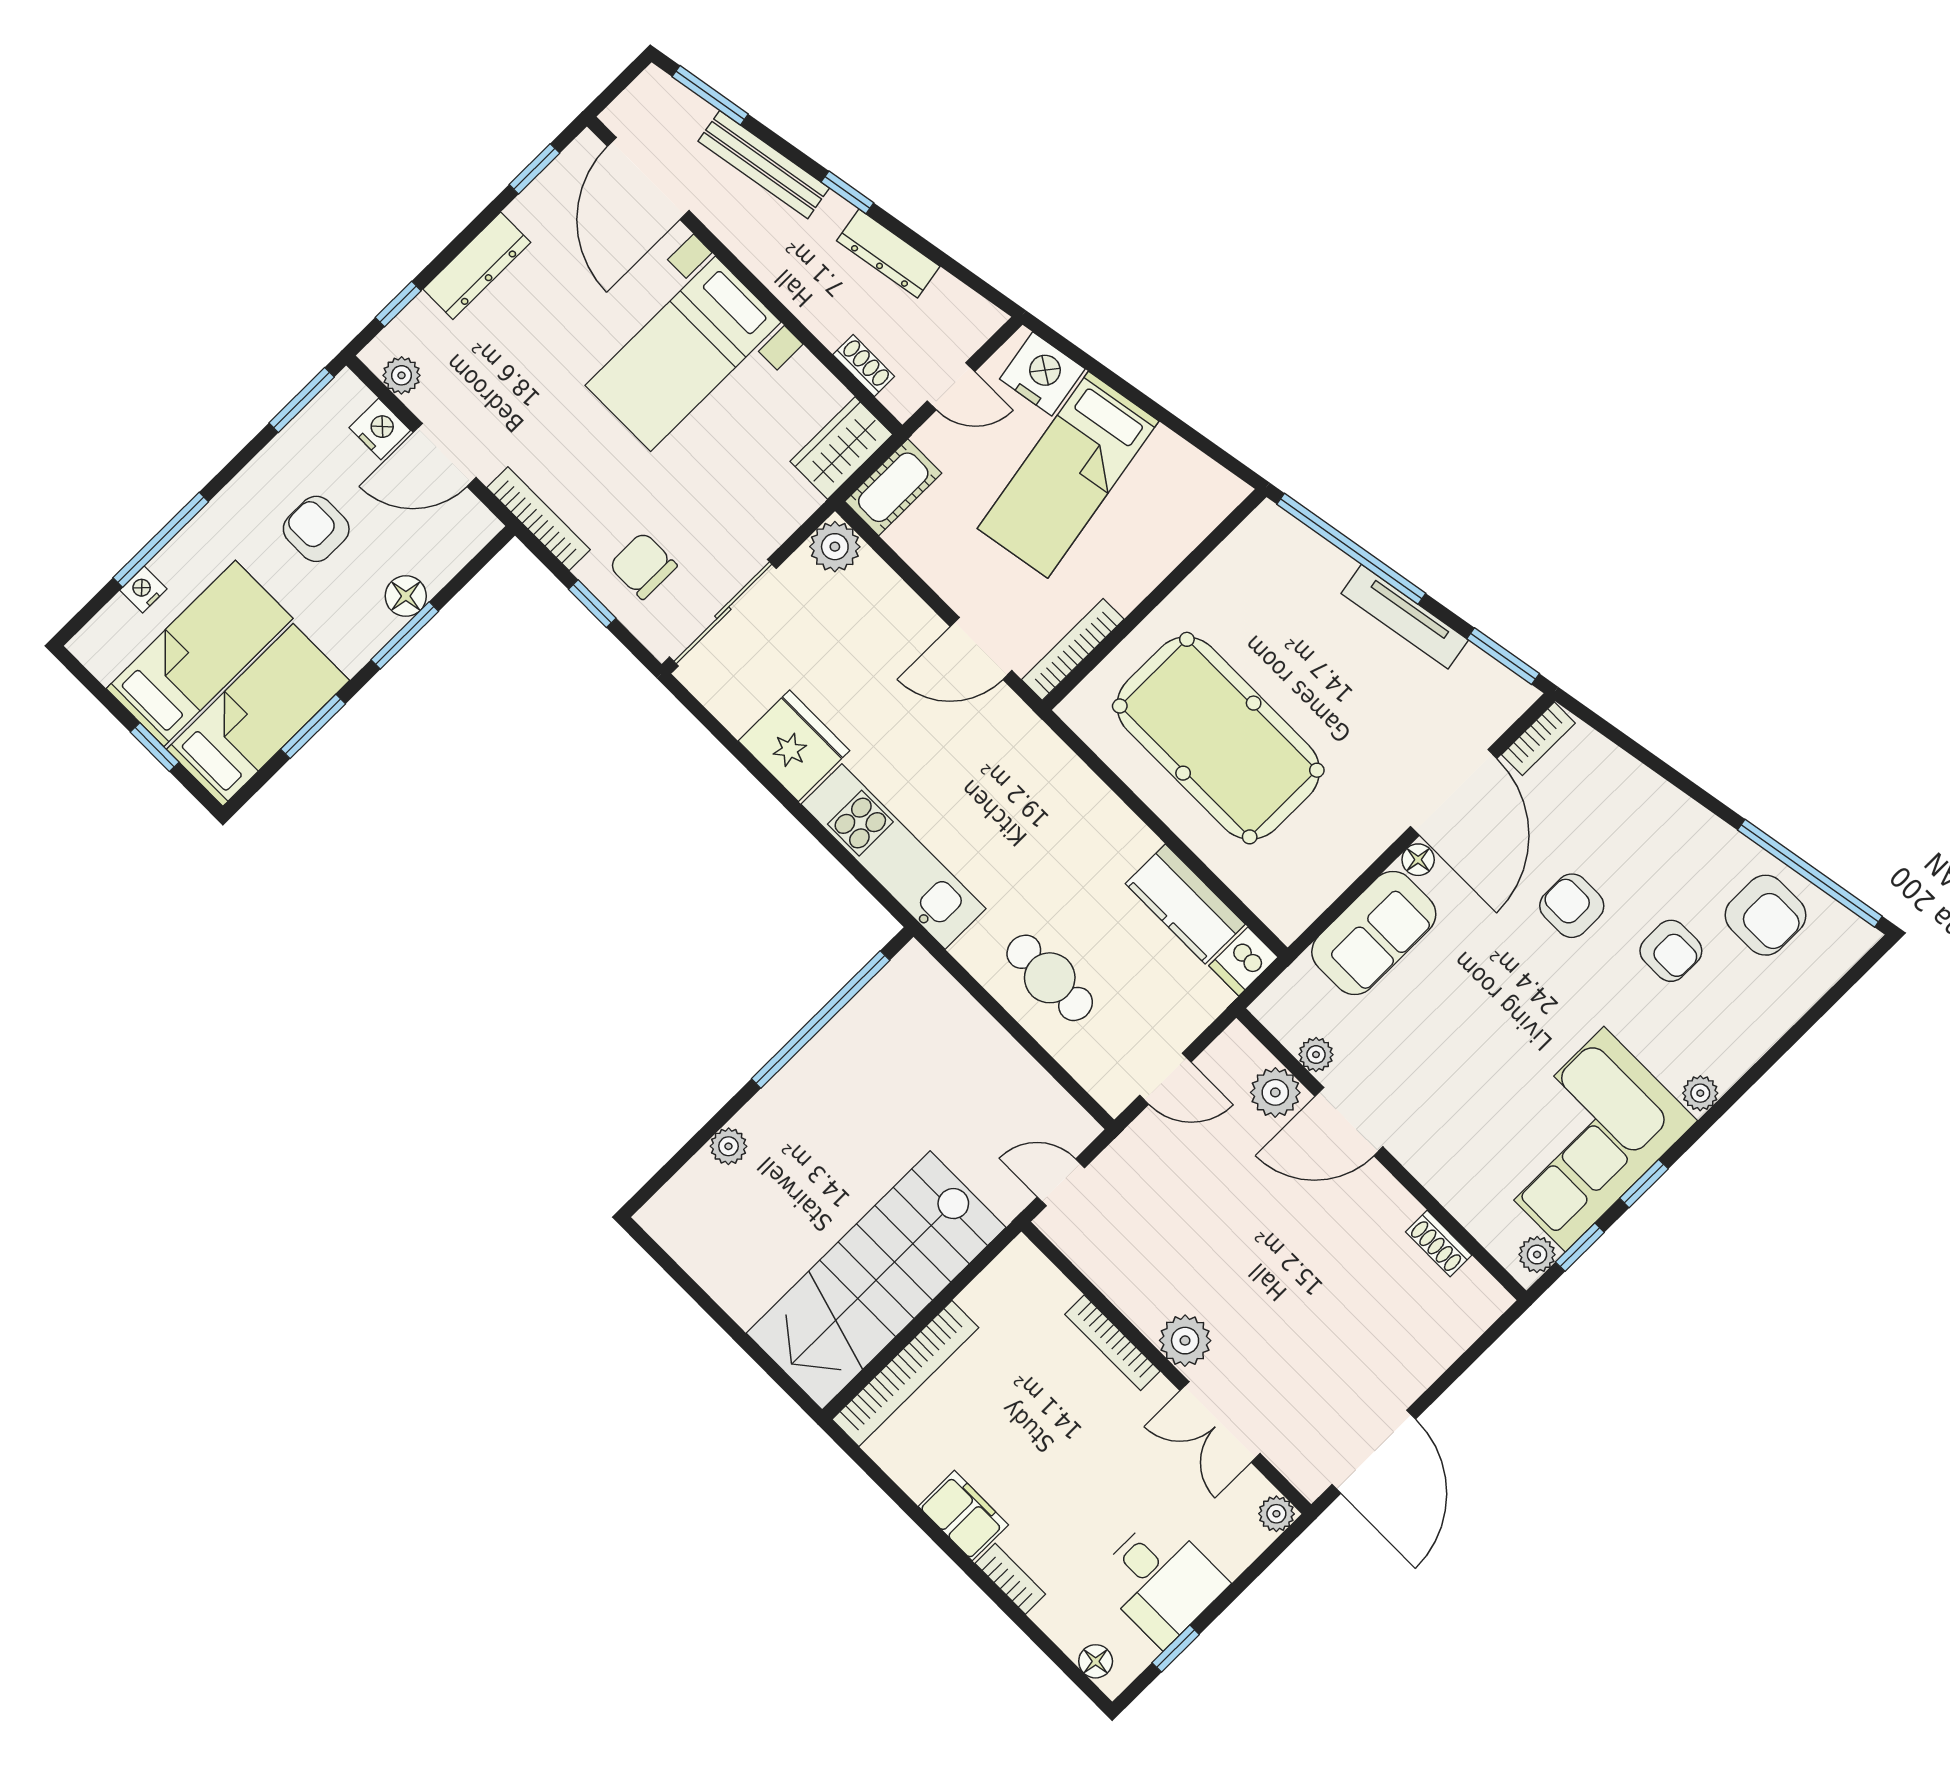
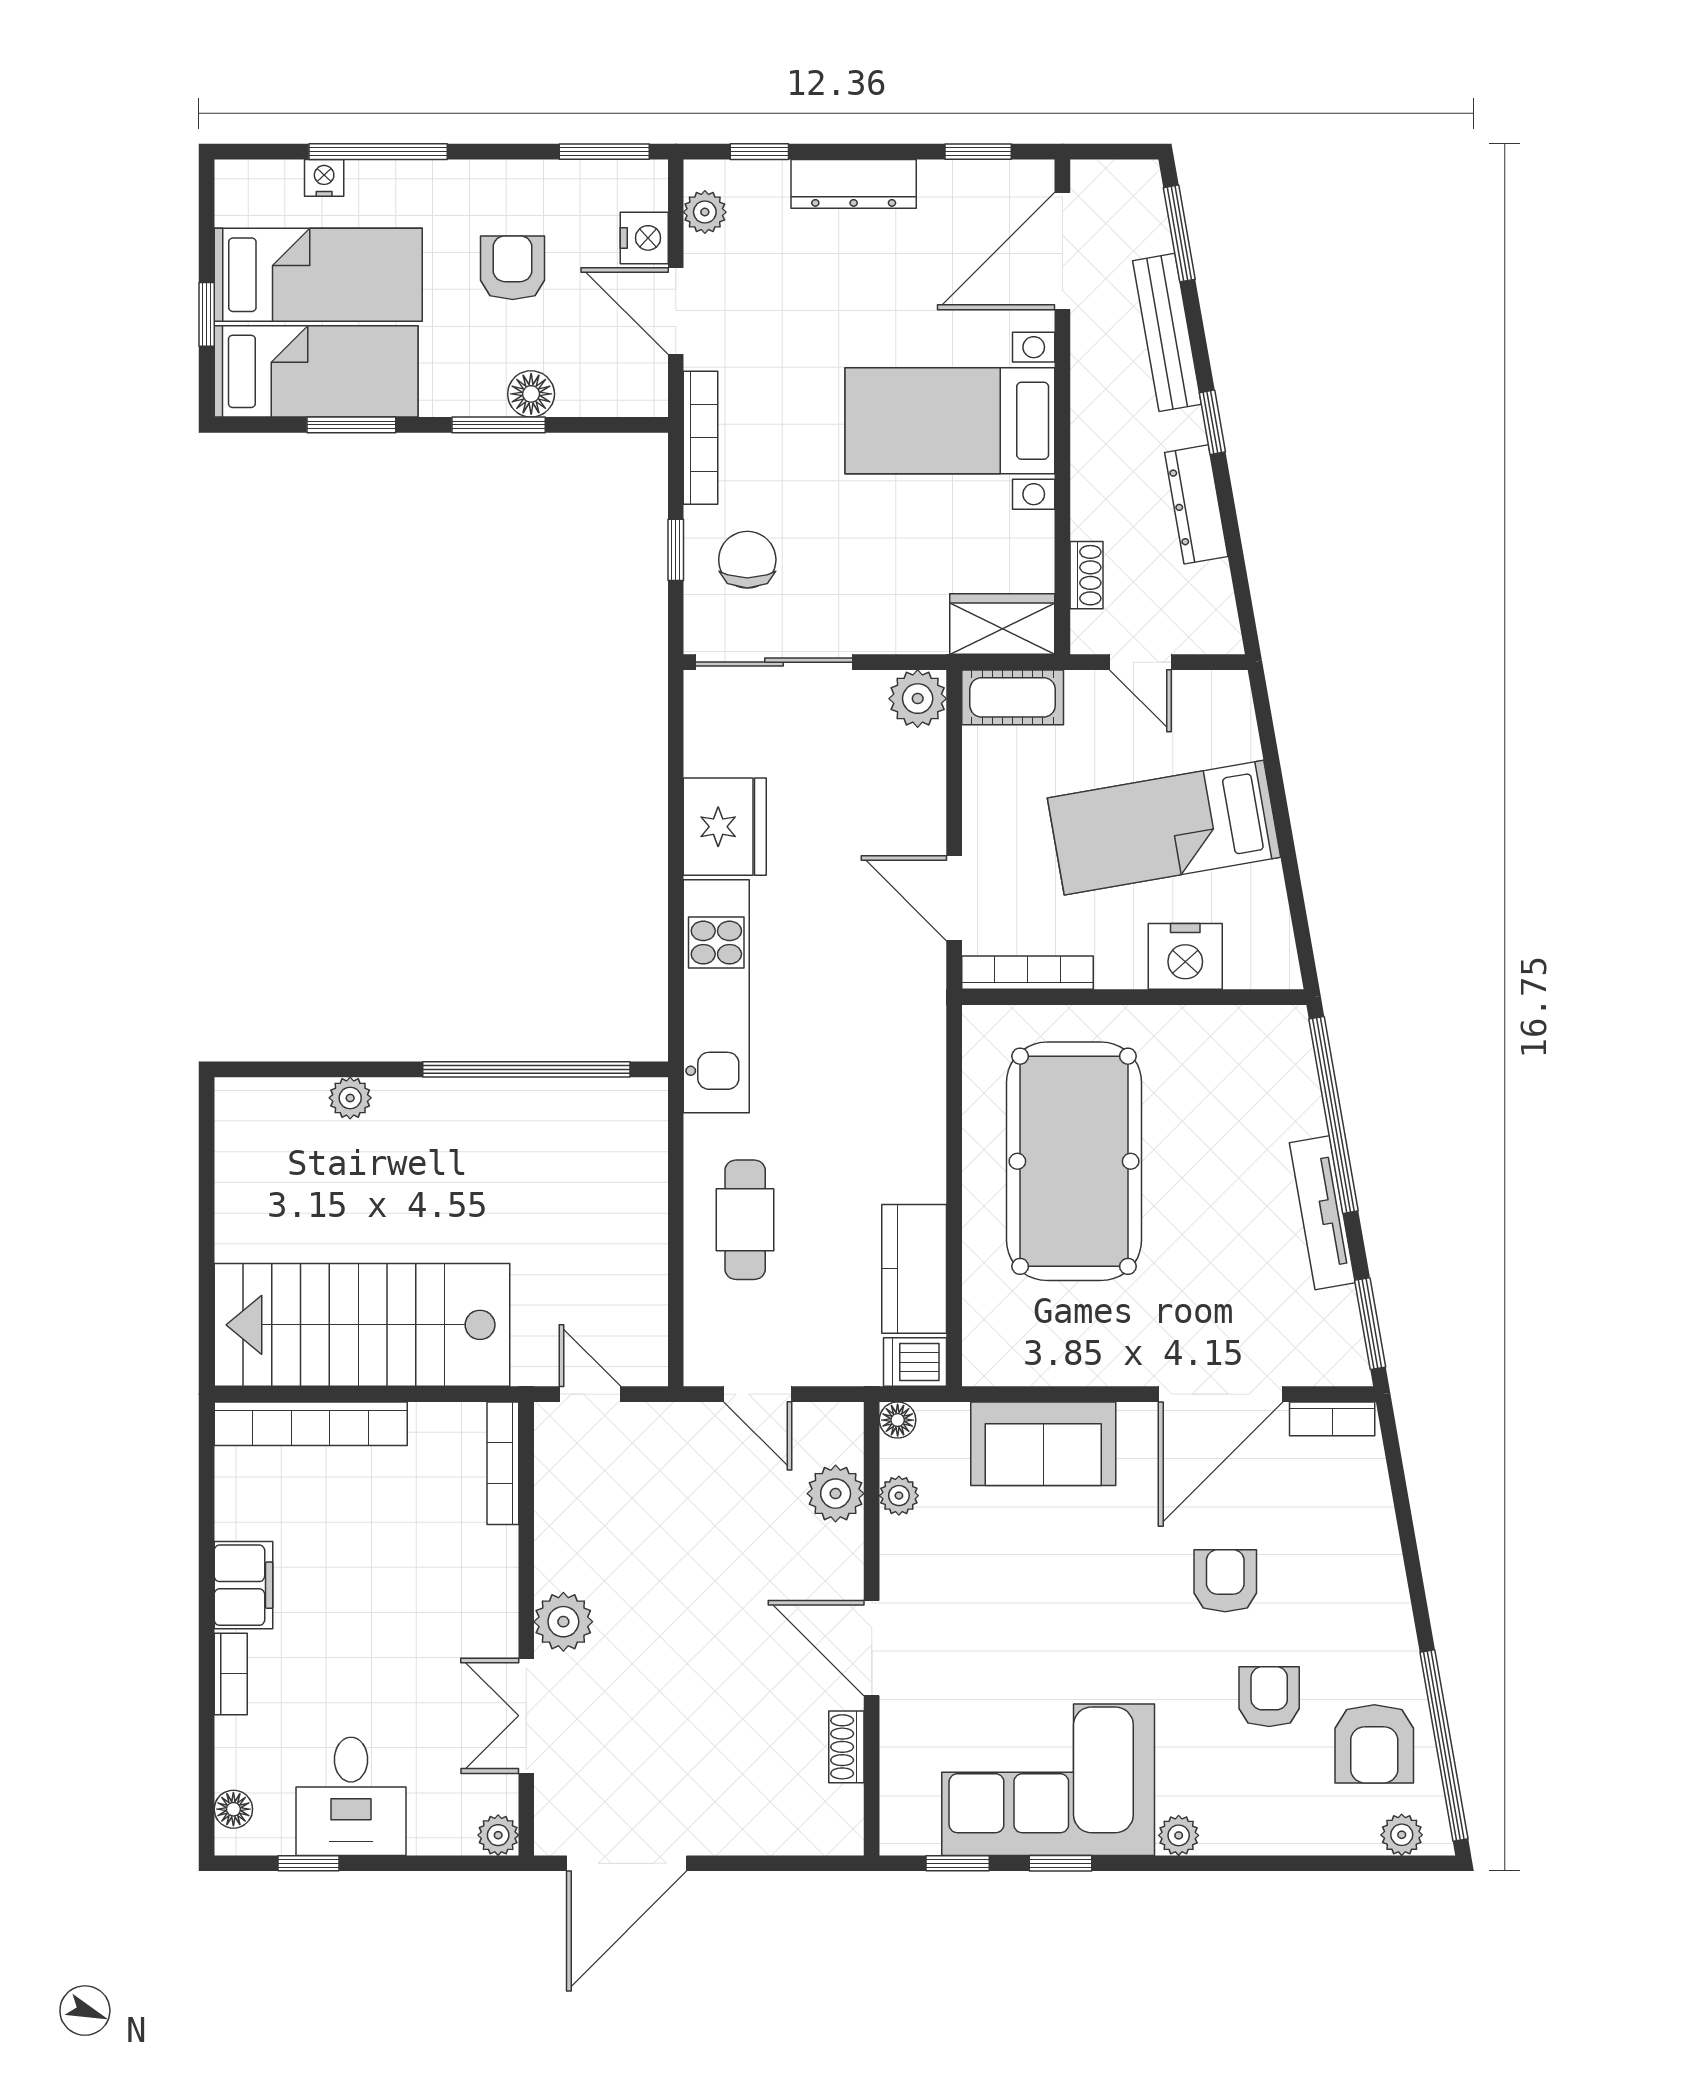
nightstand: (1042, 374) -> (1185, 956), moved, turned 100
floor lamp: (1418, 860) -> (898, 1420), moved
armchair: (1671, 951) -> (1269, 1697), turned 180
door: (1349, 1122) -> (872, 1648), moved
plant: (1537, 1255) -> (1402, 1835), moved
bookcase: (1112, 1343) -> (503, 1463), moved

